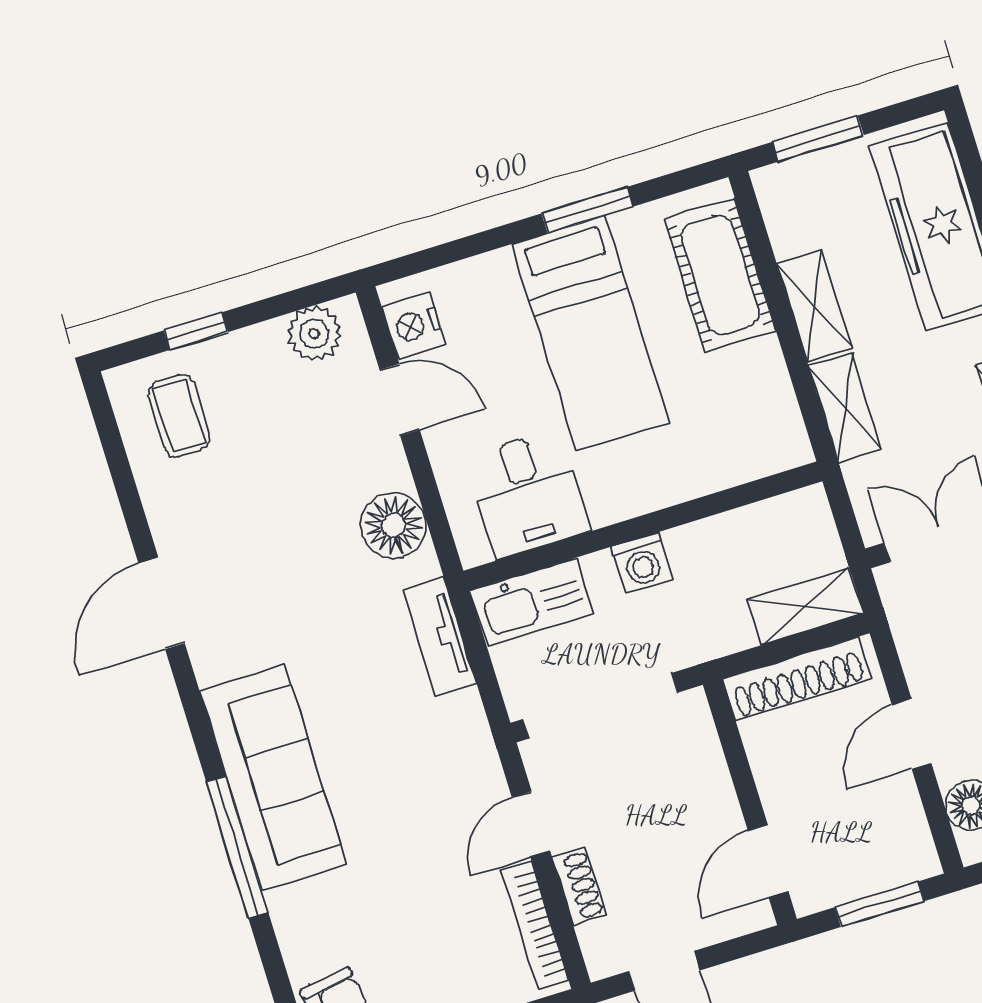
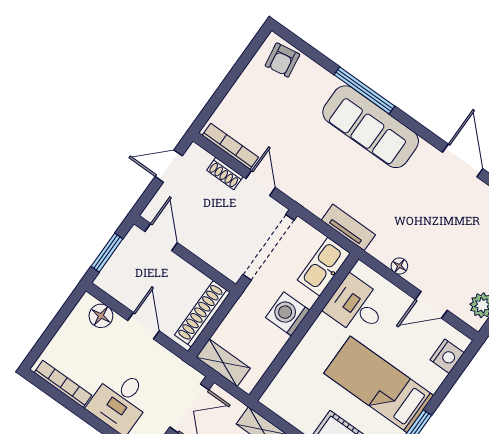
nightstand: (414, 326) -> (447, 356), moved, turned 90
floor lamp: (394, 526) -> (399, 266), width x0.53, depth x0.53
washing machine: (642, 563) -> (288, 314), width x1.38, depth x1.38
shelving: (805, 606) -> (223, 363), moved, turned 90

